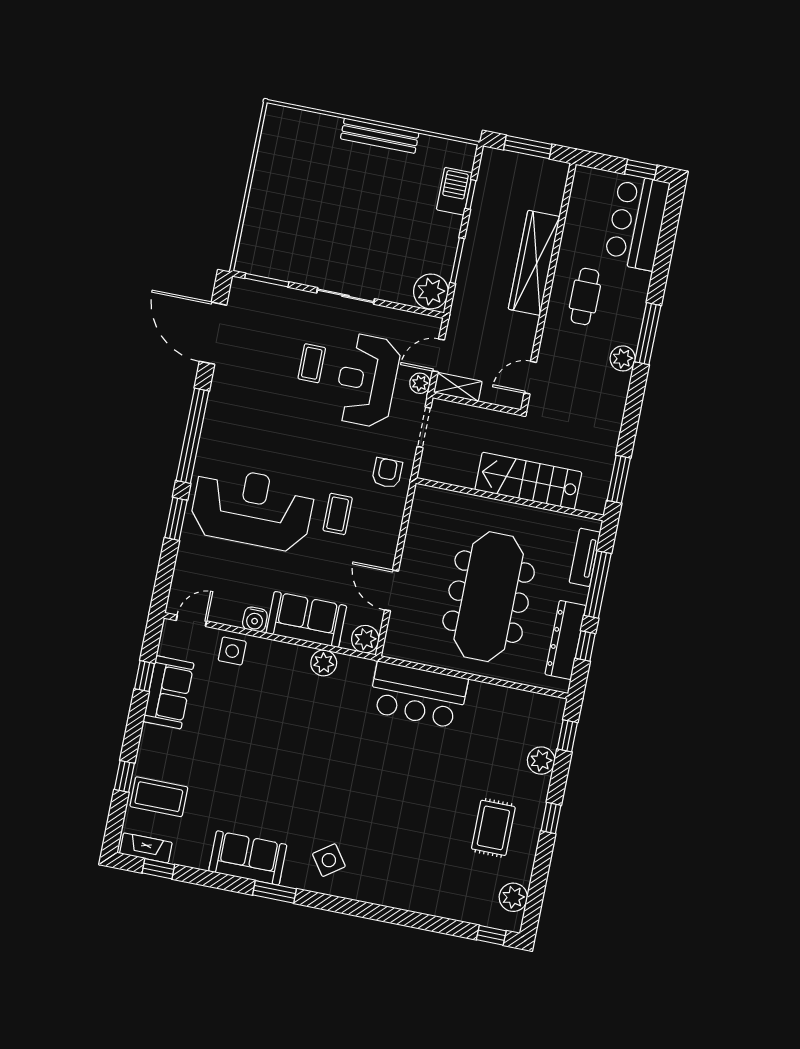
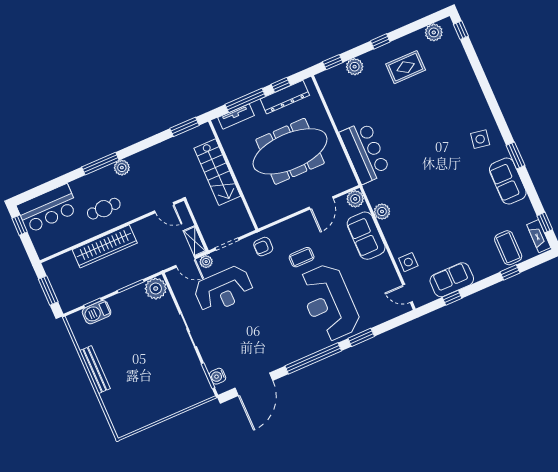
coffee table: (312, 363) -> (234, 324), removed
water cooler: (255, 619) -> (218, 376), moved, turned 180
side table: (329, 860) -> (480, 139), turned 45

